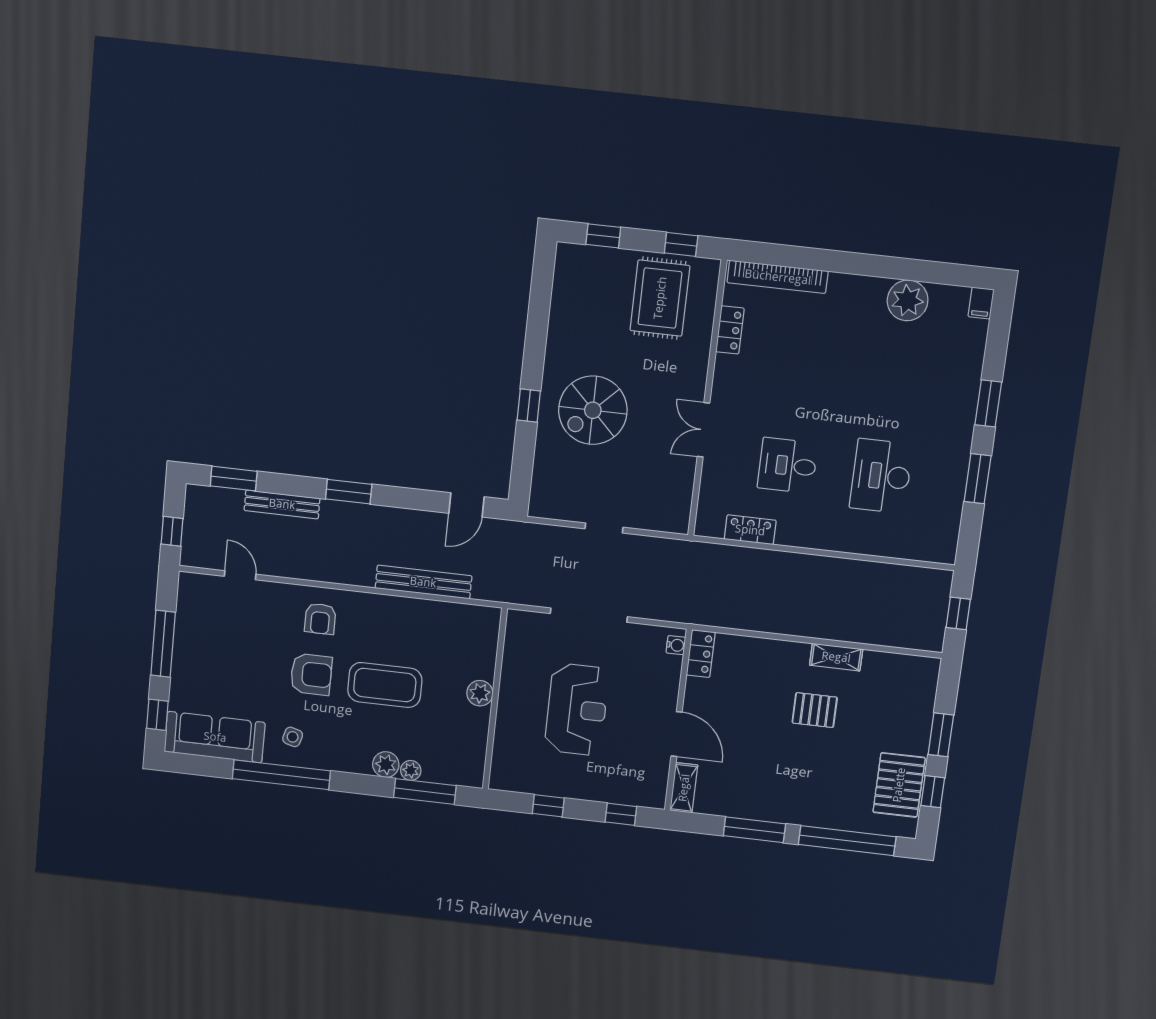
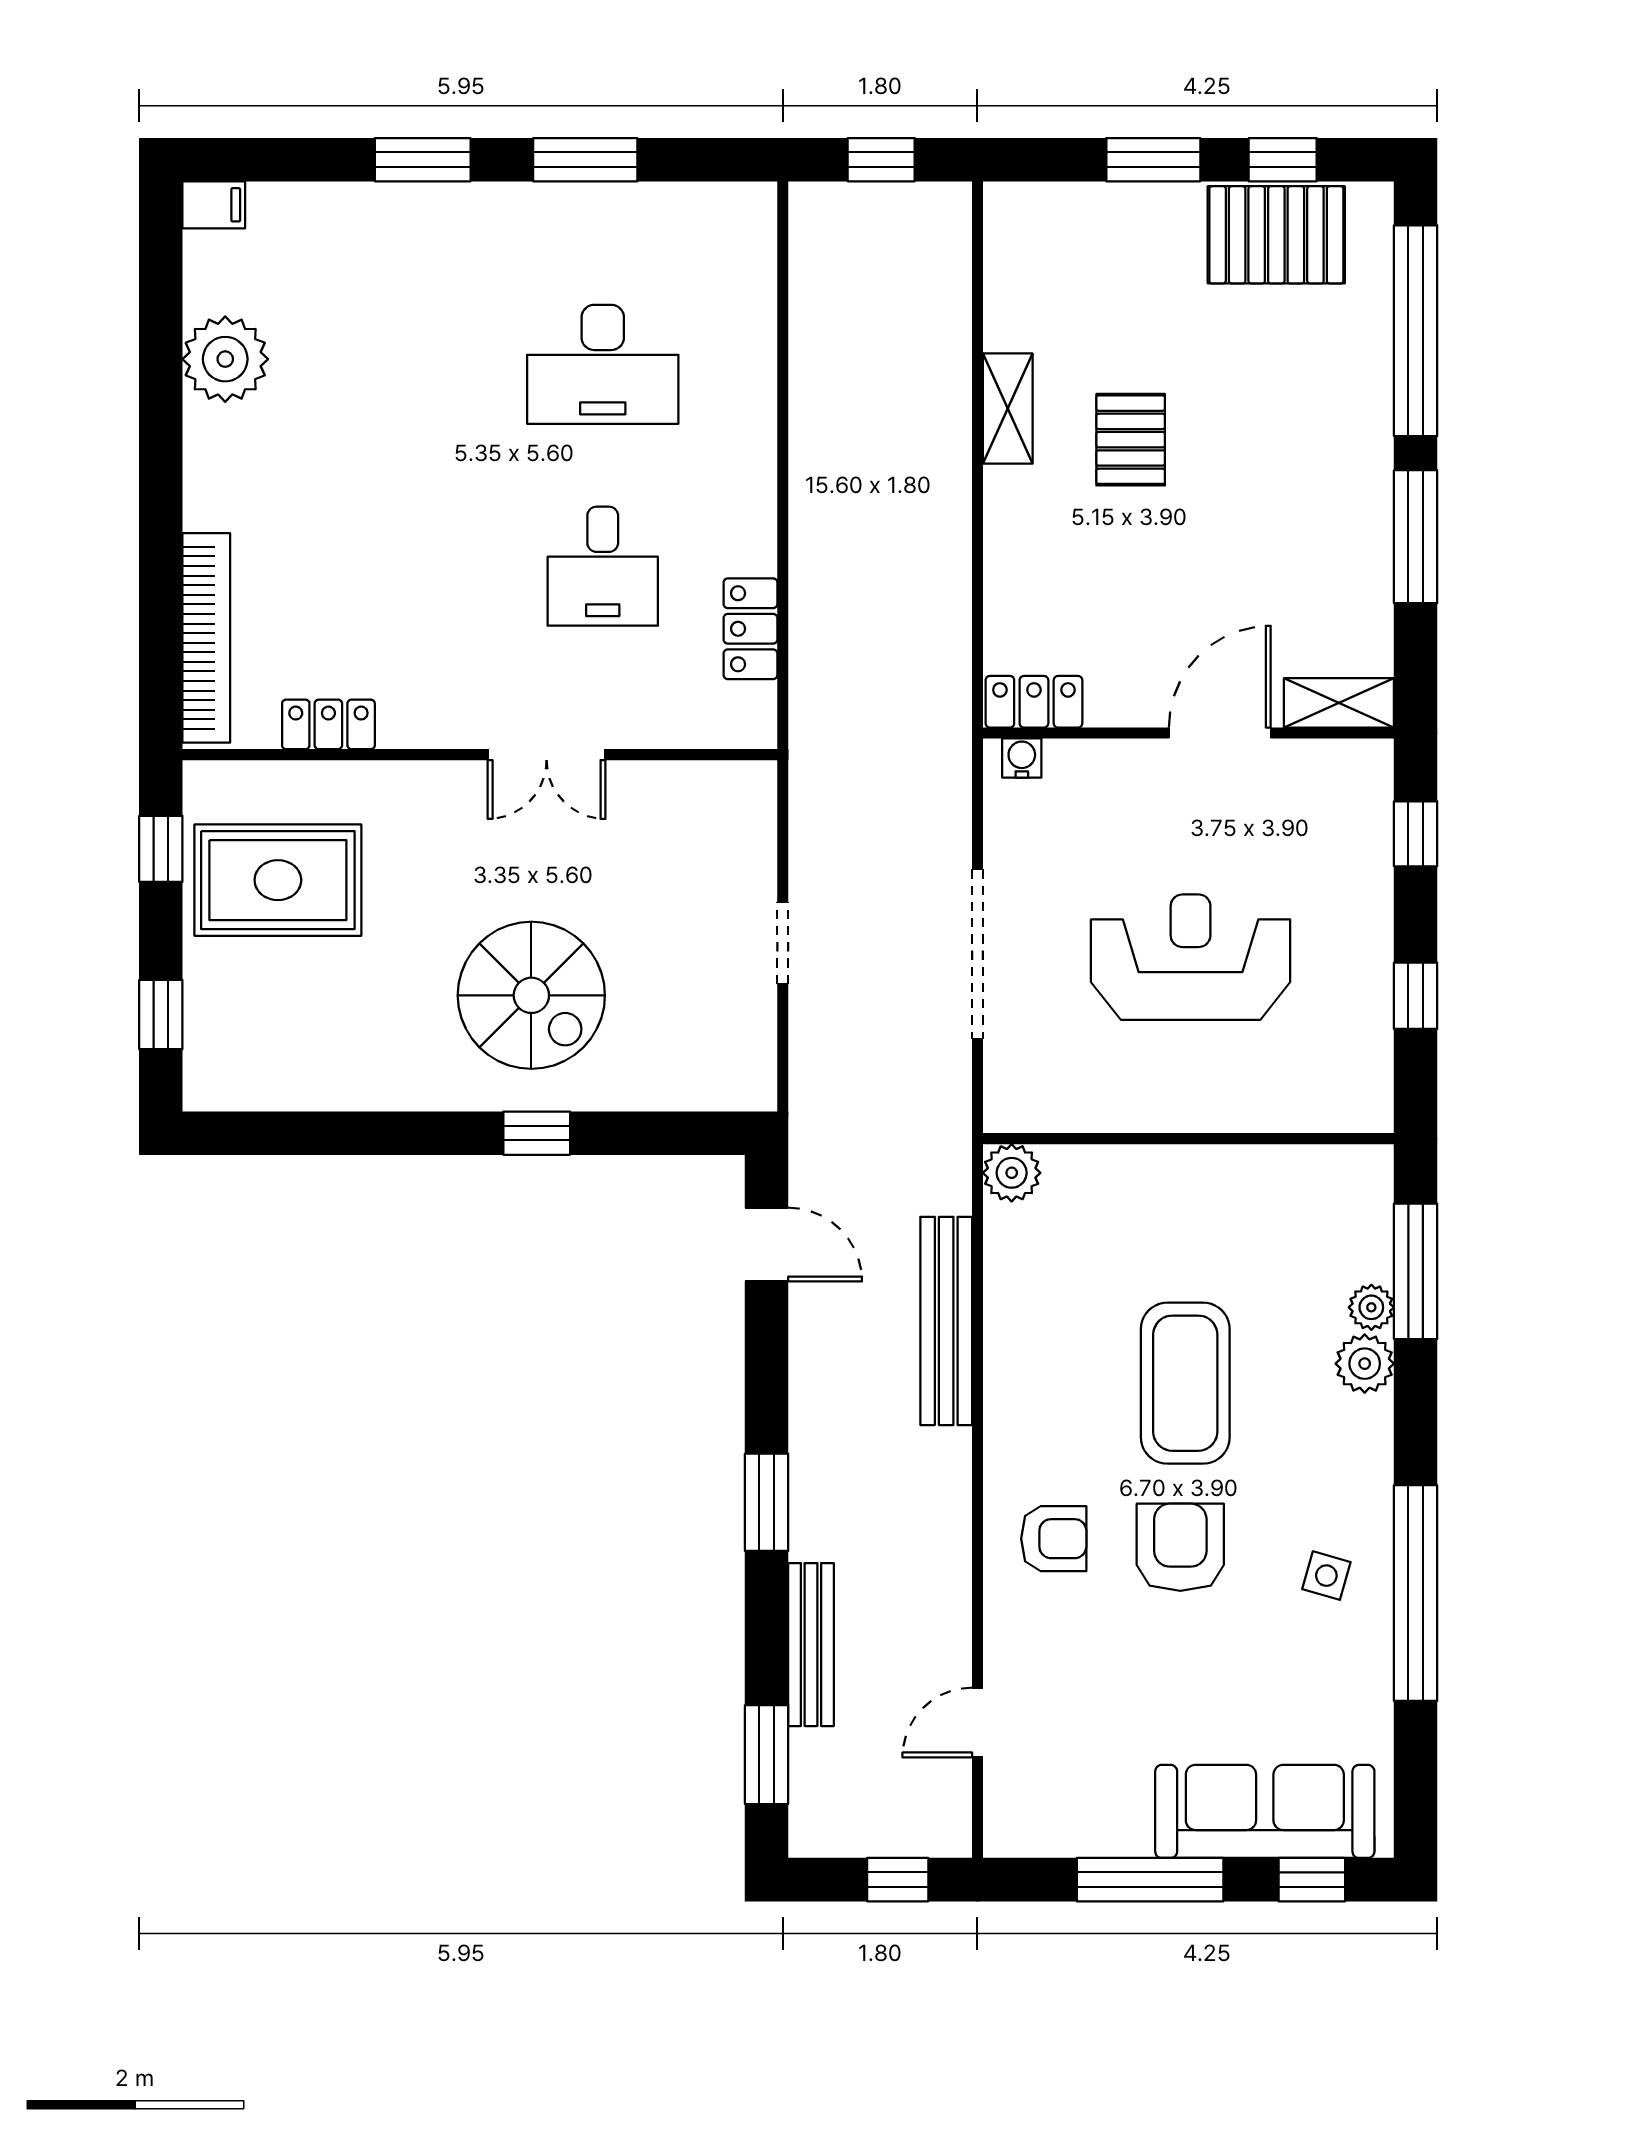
plant: (480, 693) -> (1012, 1173), moved
sofa: (215, 737) -> (1265, 1811), moved, turned 90

